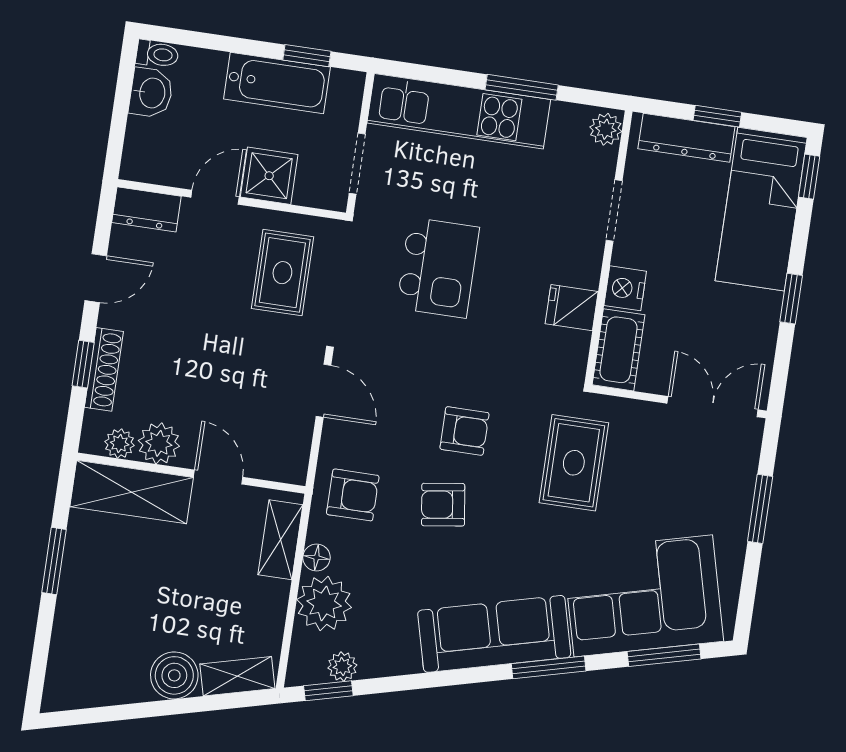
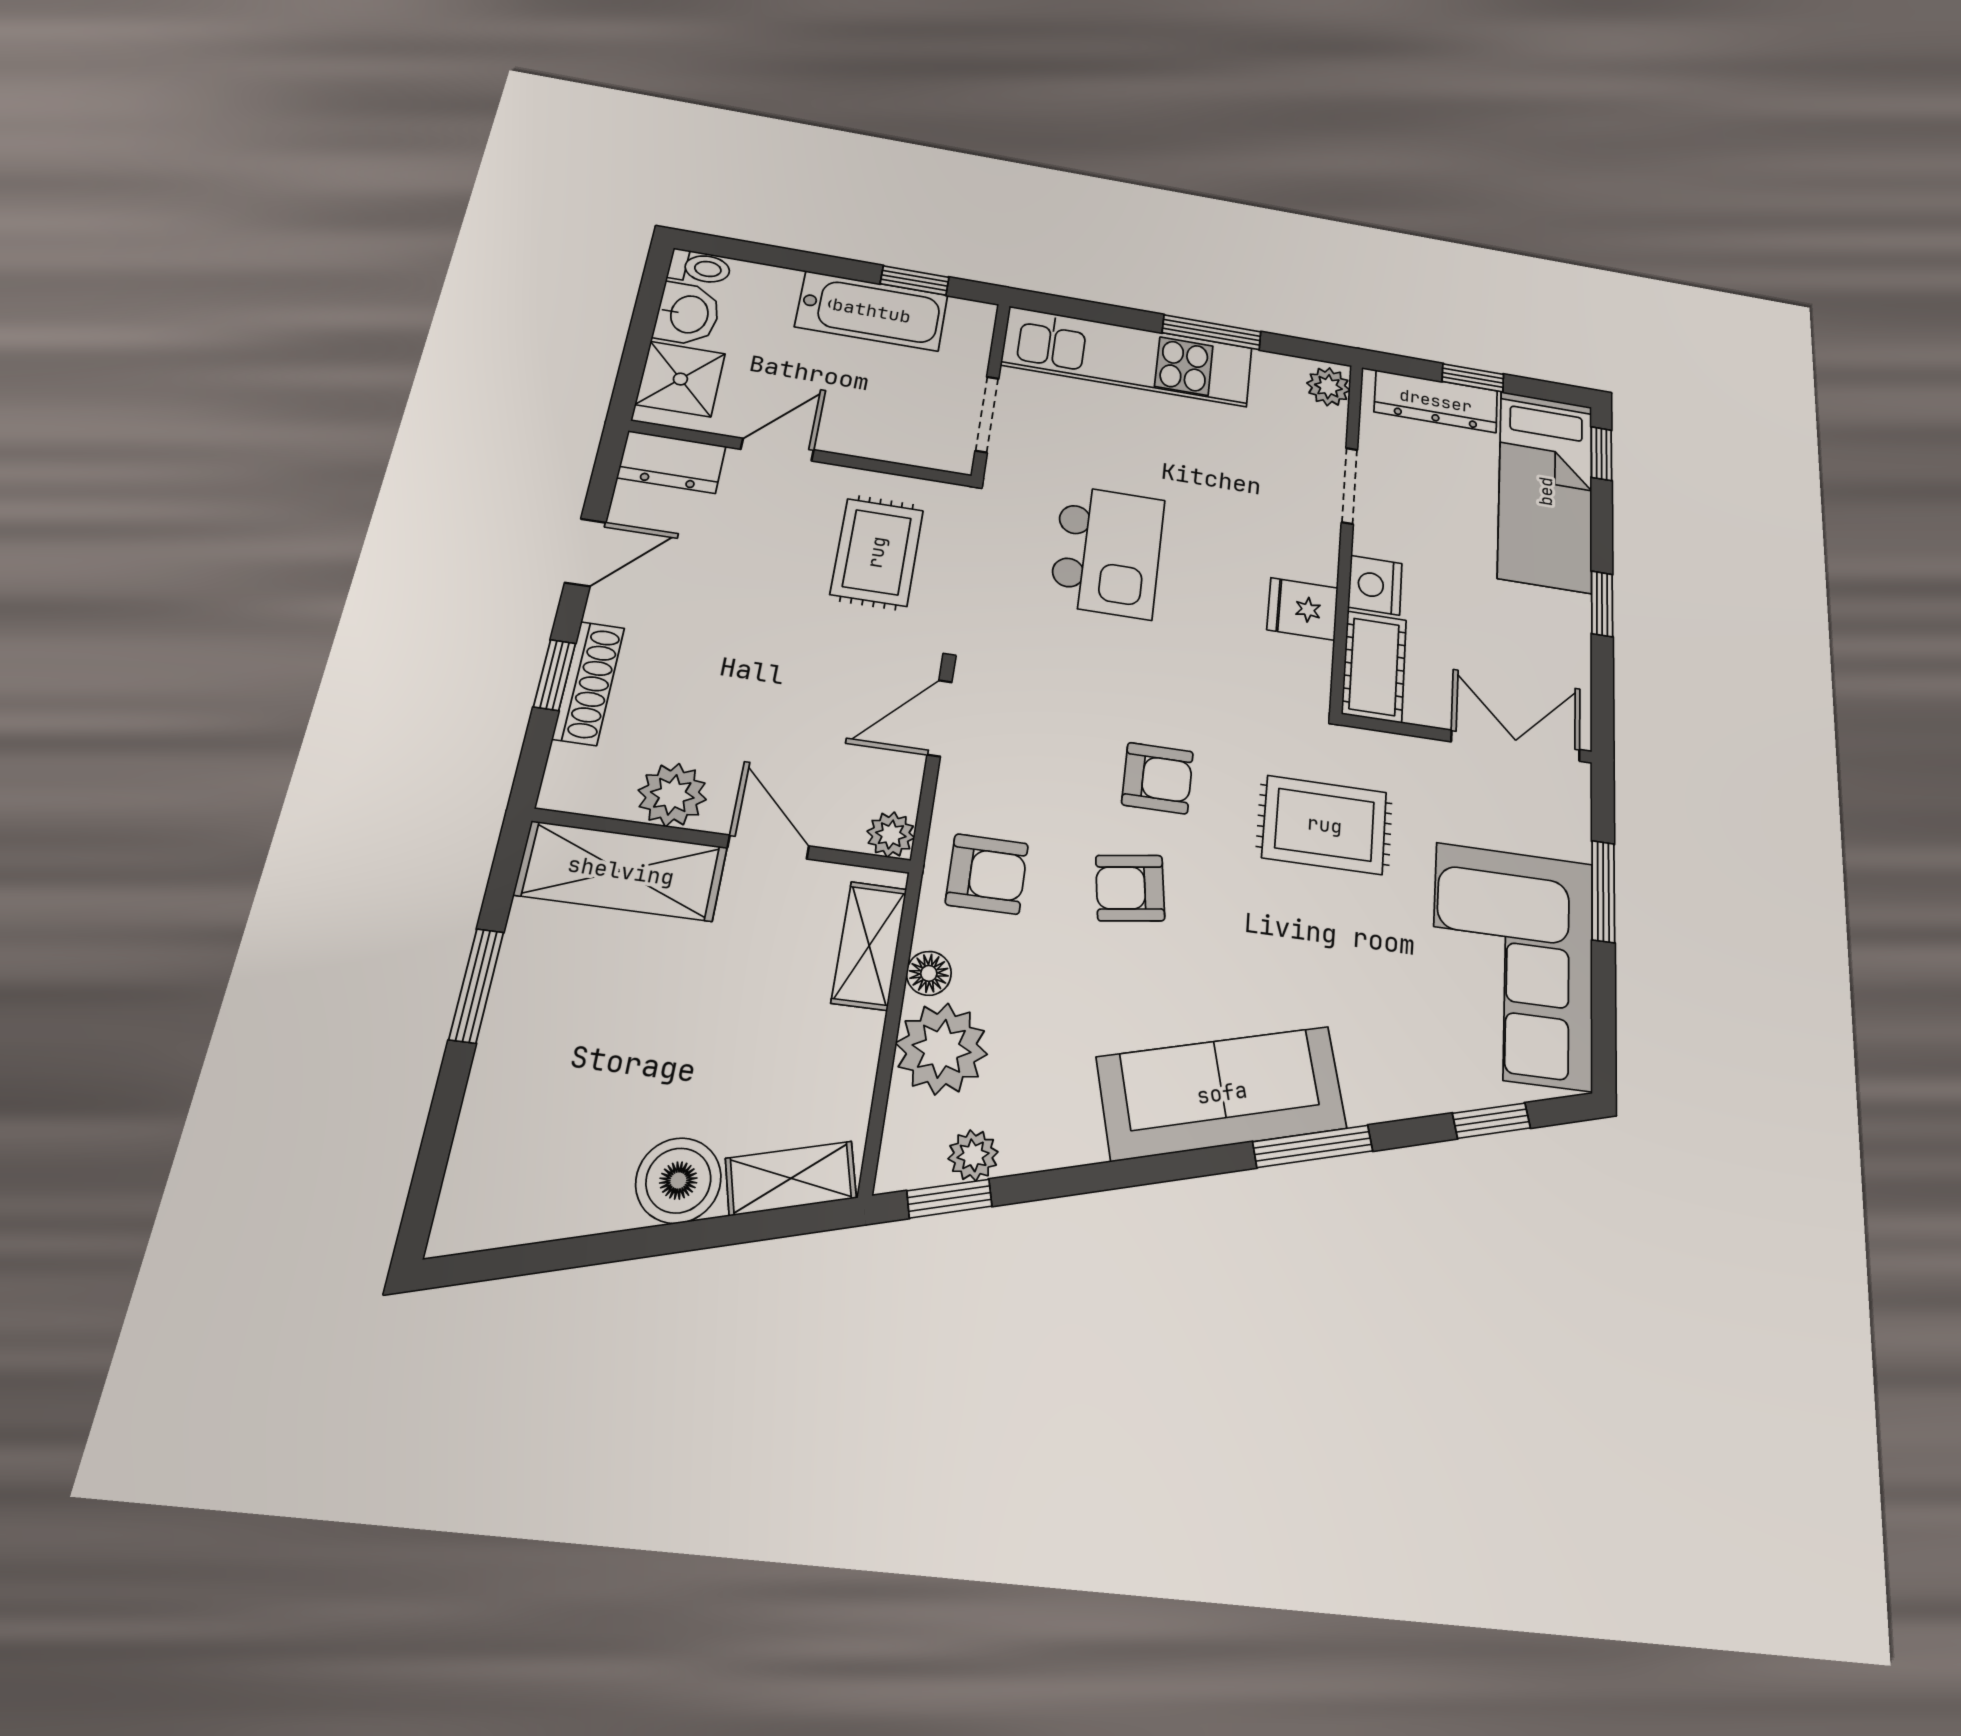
shower: (269, 176) -> (680, 379), moved
door: (324, 391) -> (940, 718), swing flipped
plant: (120, 444) -> (891, 835), moved
rug: (574, 463) -> (1325, 825), turned 90
corner sofa: (643, 596) -> (1513, 965), moved, turned -76
window: (664, 655) -> (1491, 1121), width x0.67

